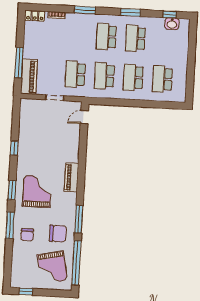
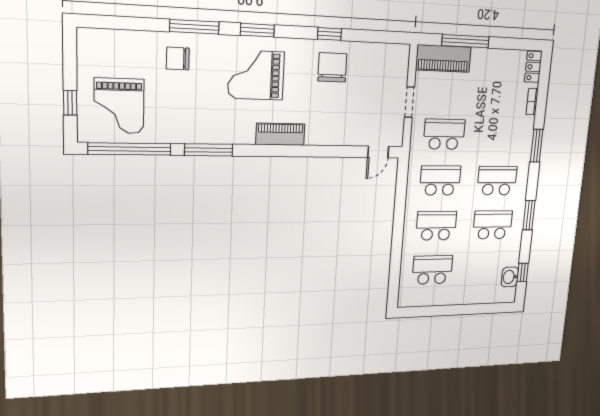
door: (84, 117) -> (378, 152), swing flipped
grand piano: (37, 191) -> (256, 75), turned 180
chair: (58, 234) -> (332, 67), moved, turned 180
grand piano: (52, 267) -> (119, 106), turned -78
window: (26, 291) -> (70, 103), moved

